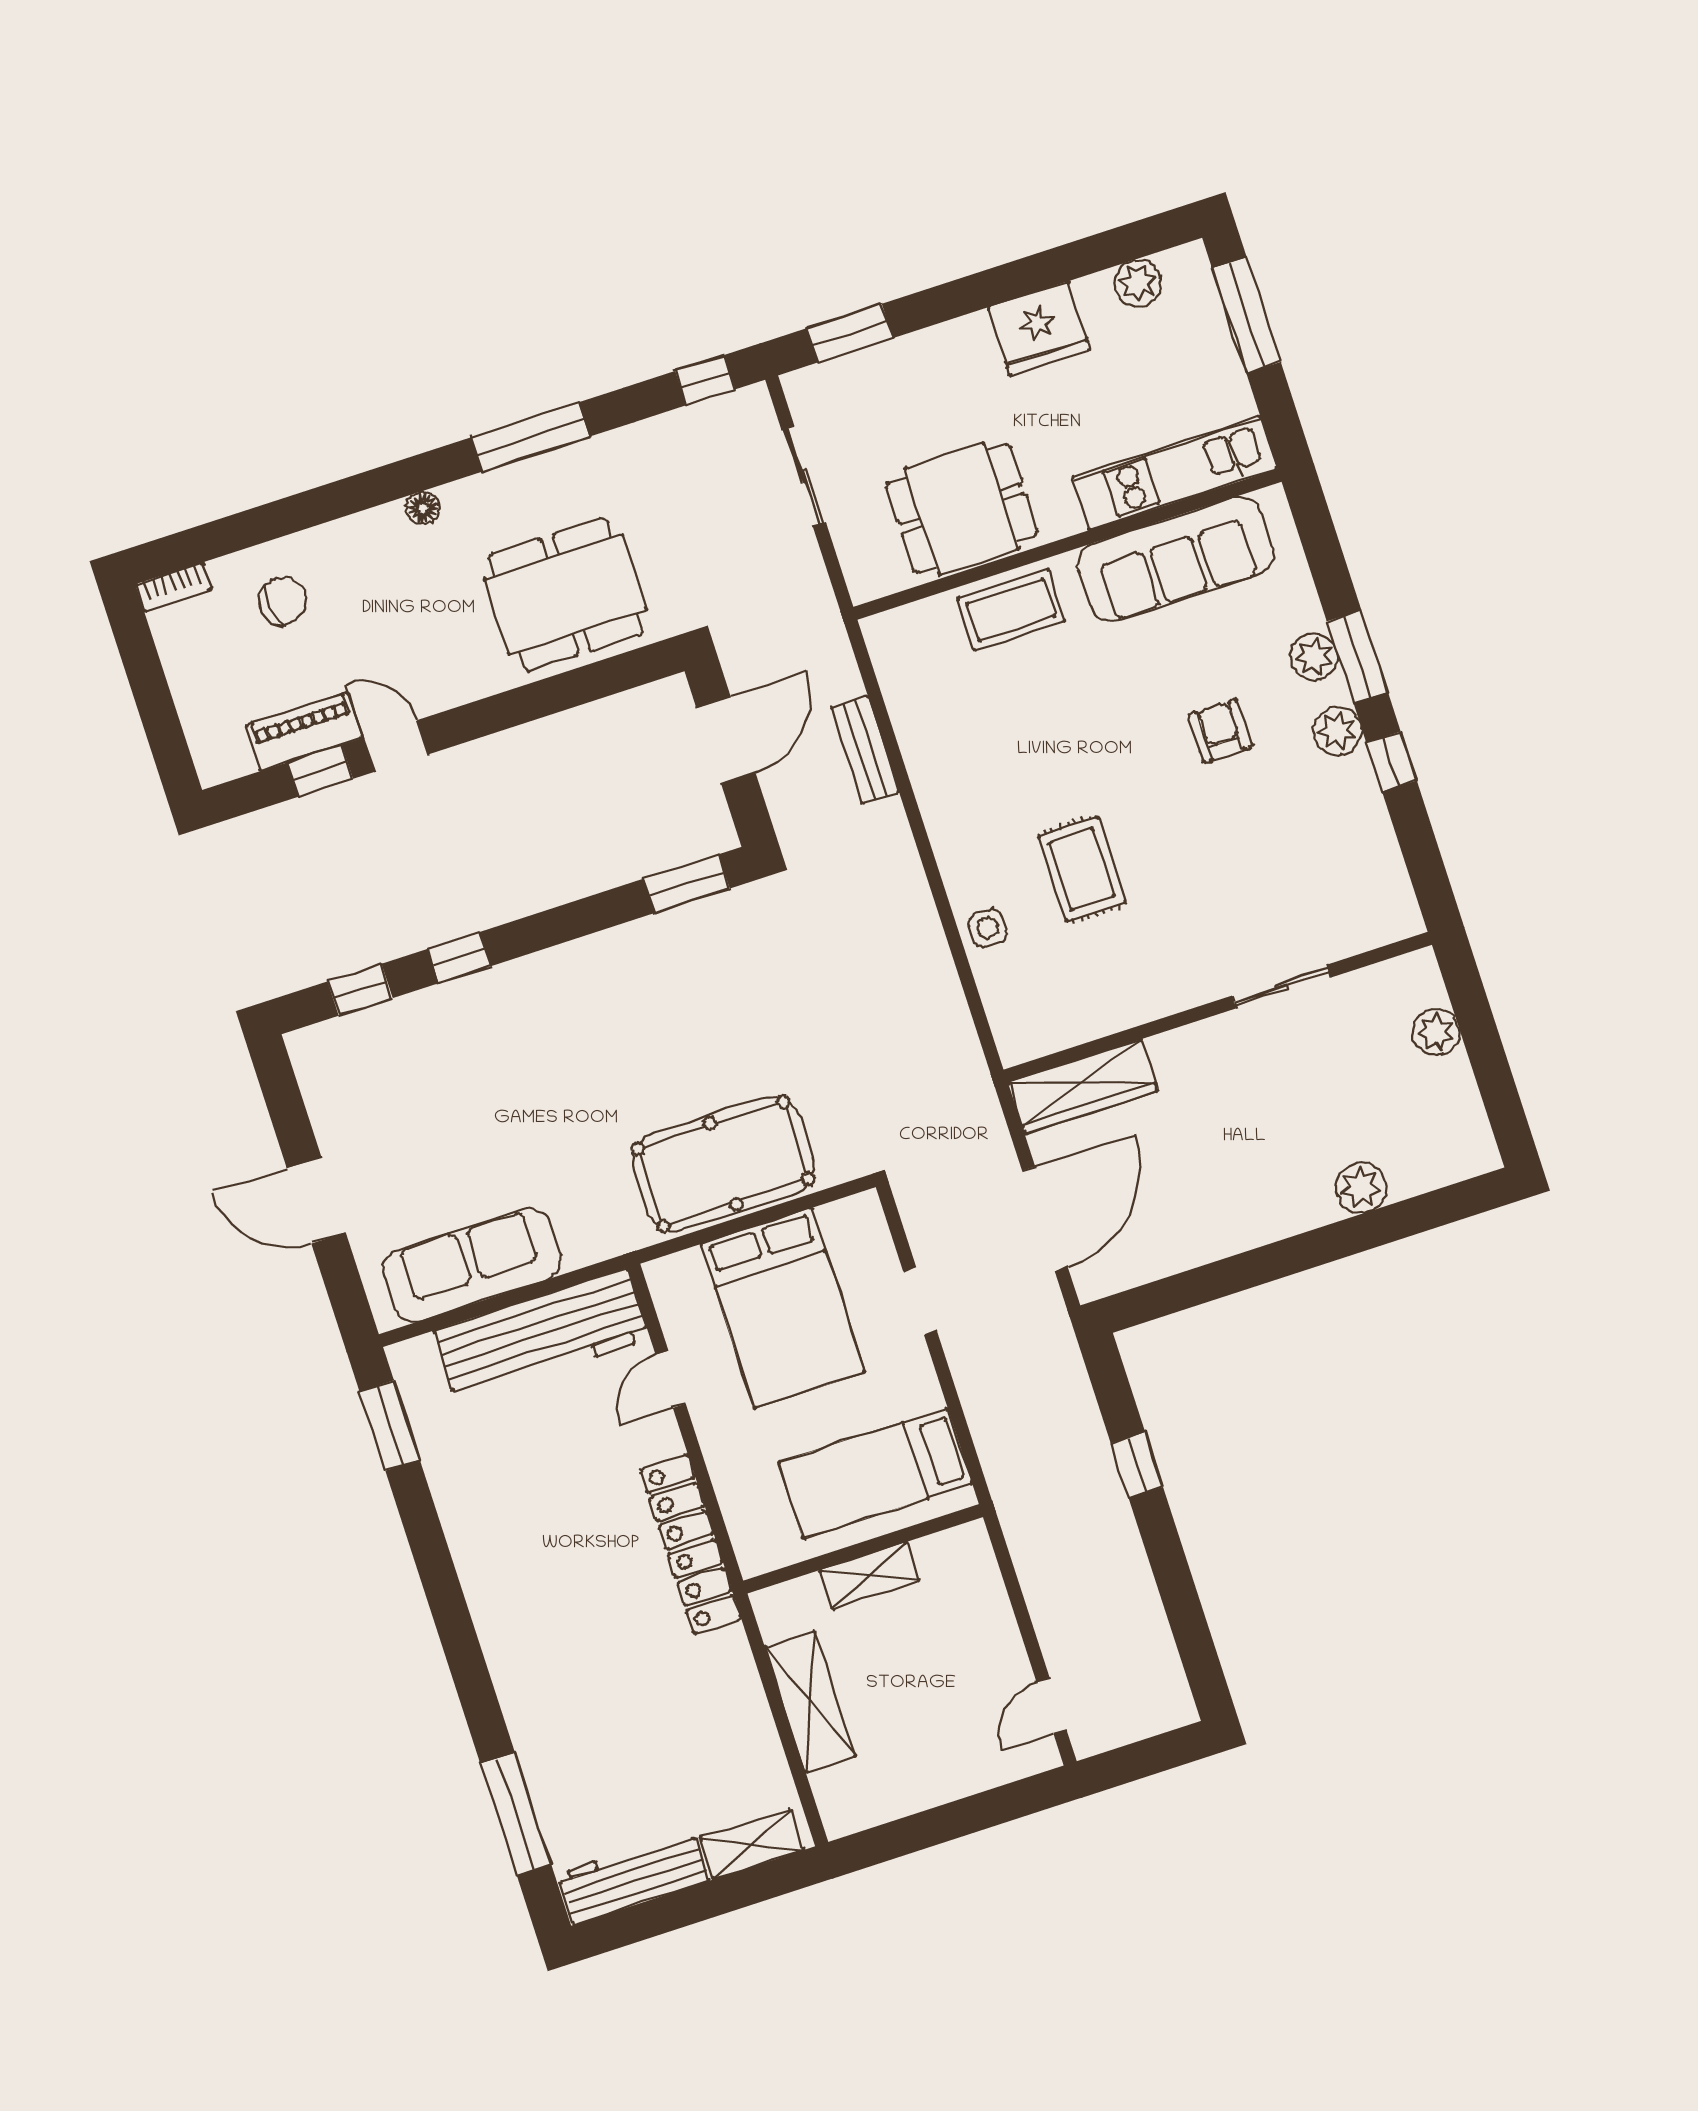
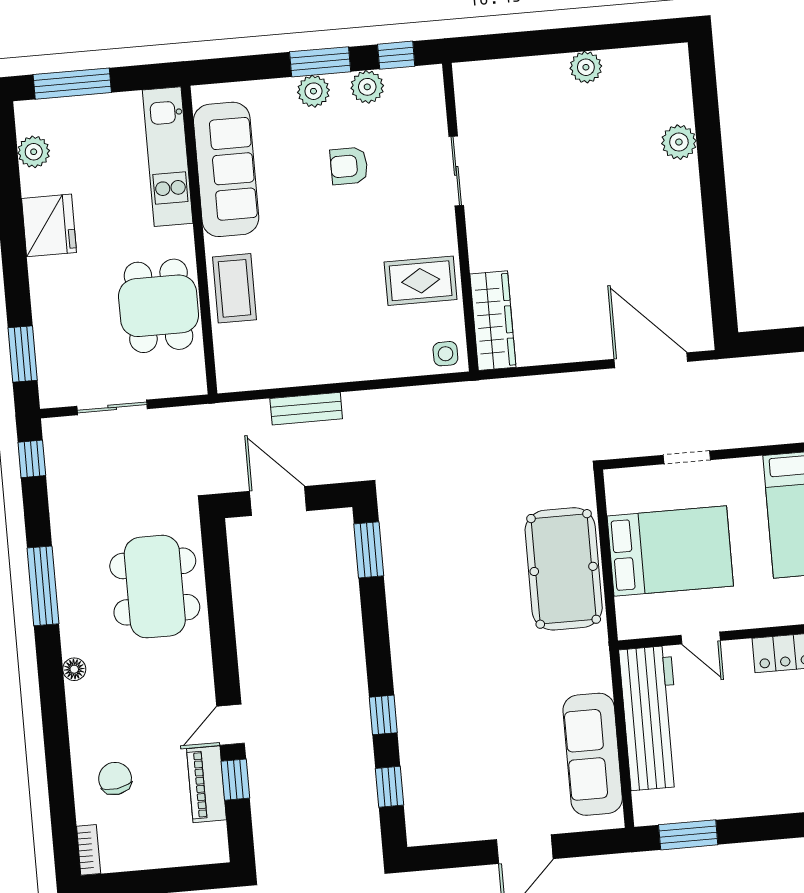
sliding door: (1282, 986) -> (456, 171), moved
wall: (1218, 1007) -> (460, 217), moved
wardrobe: (1083, 1087) -> (493, 321), moved

